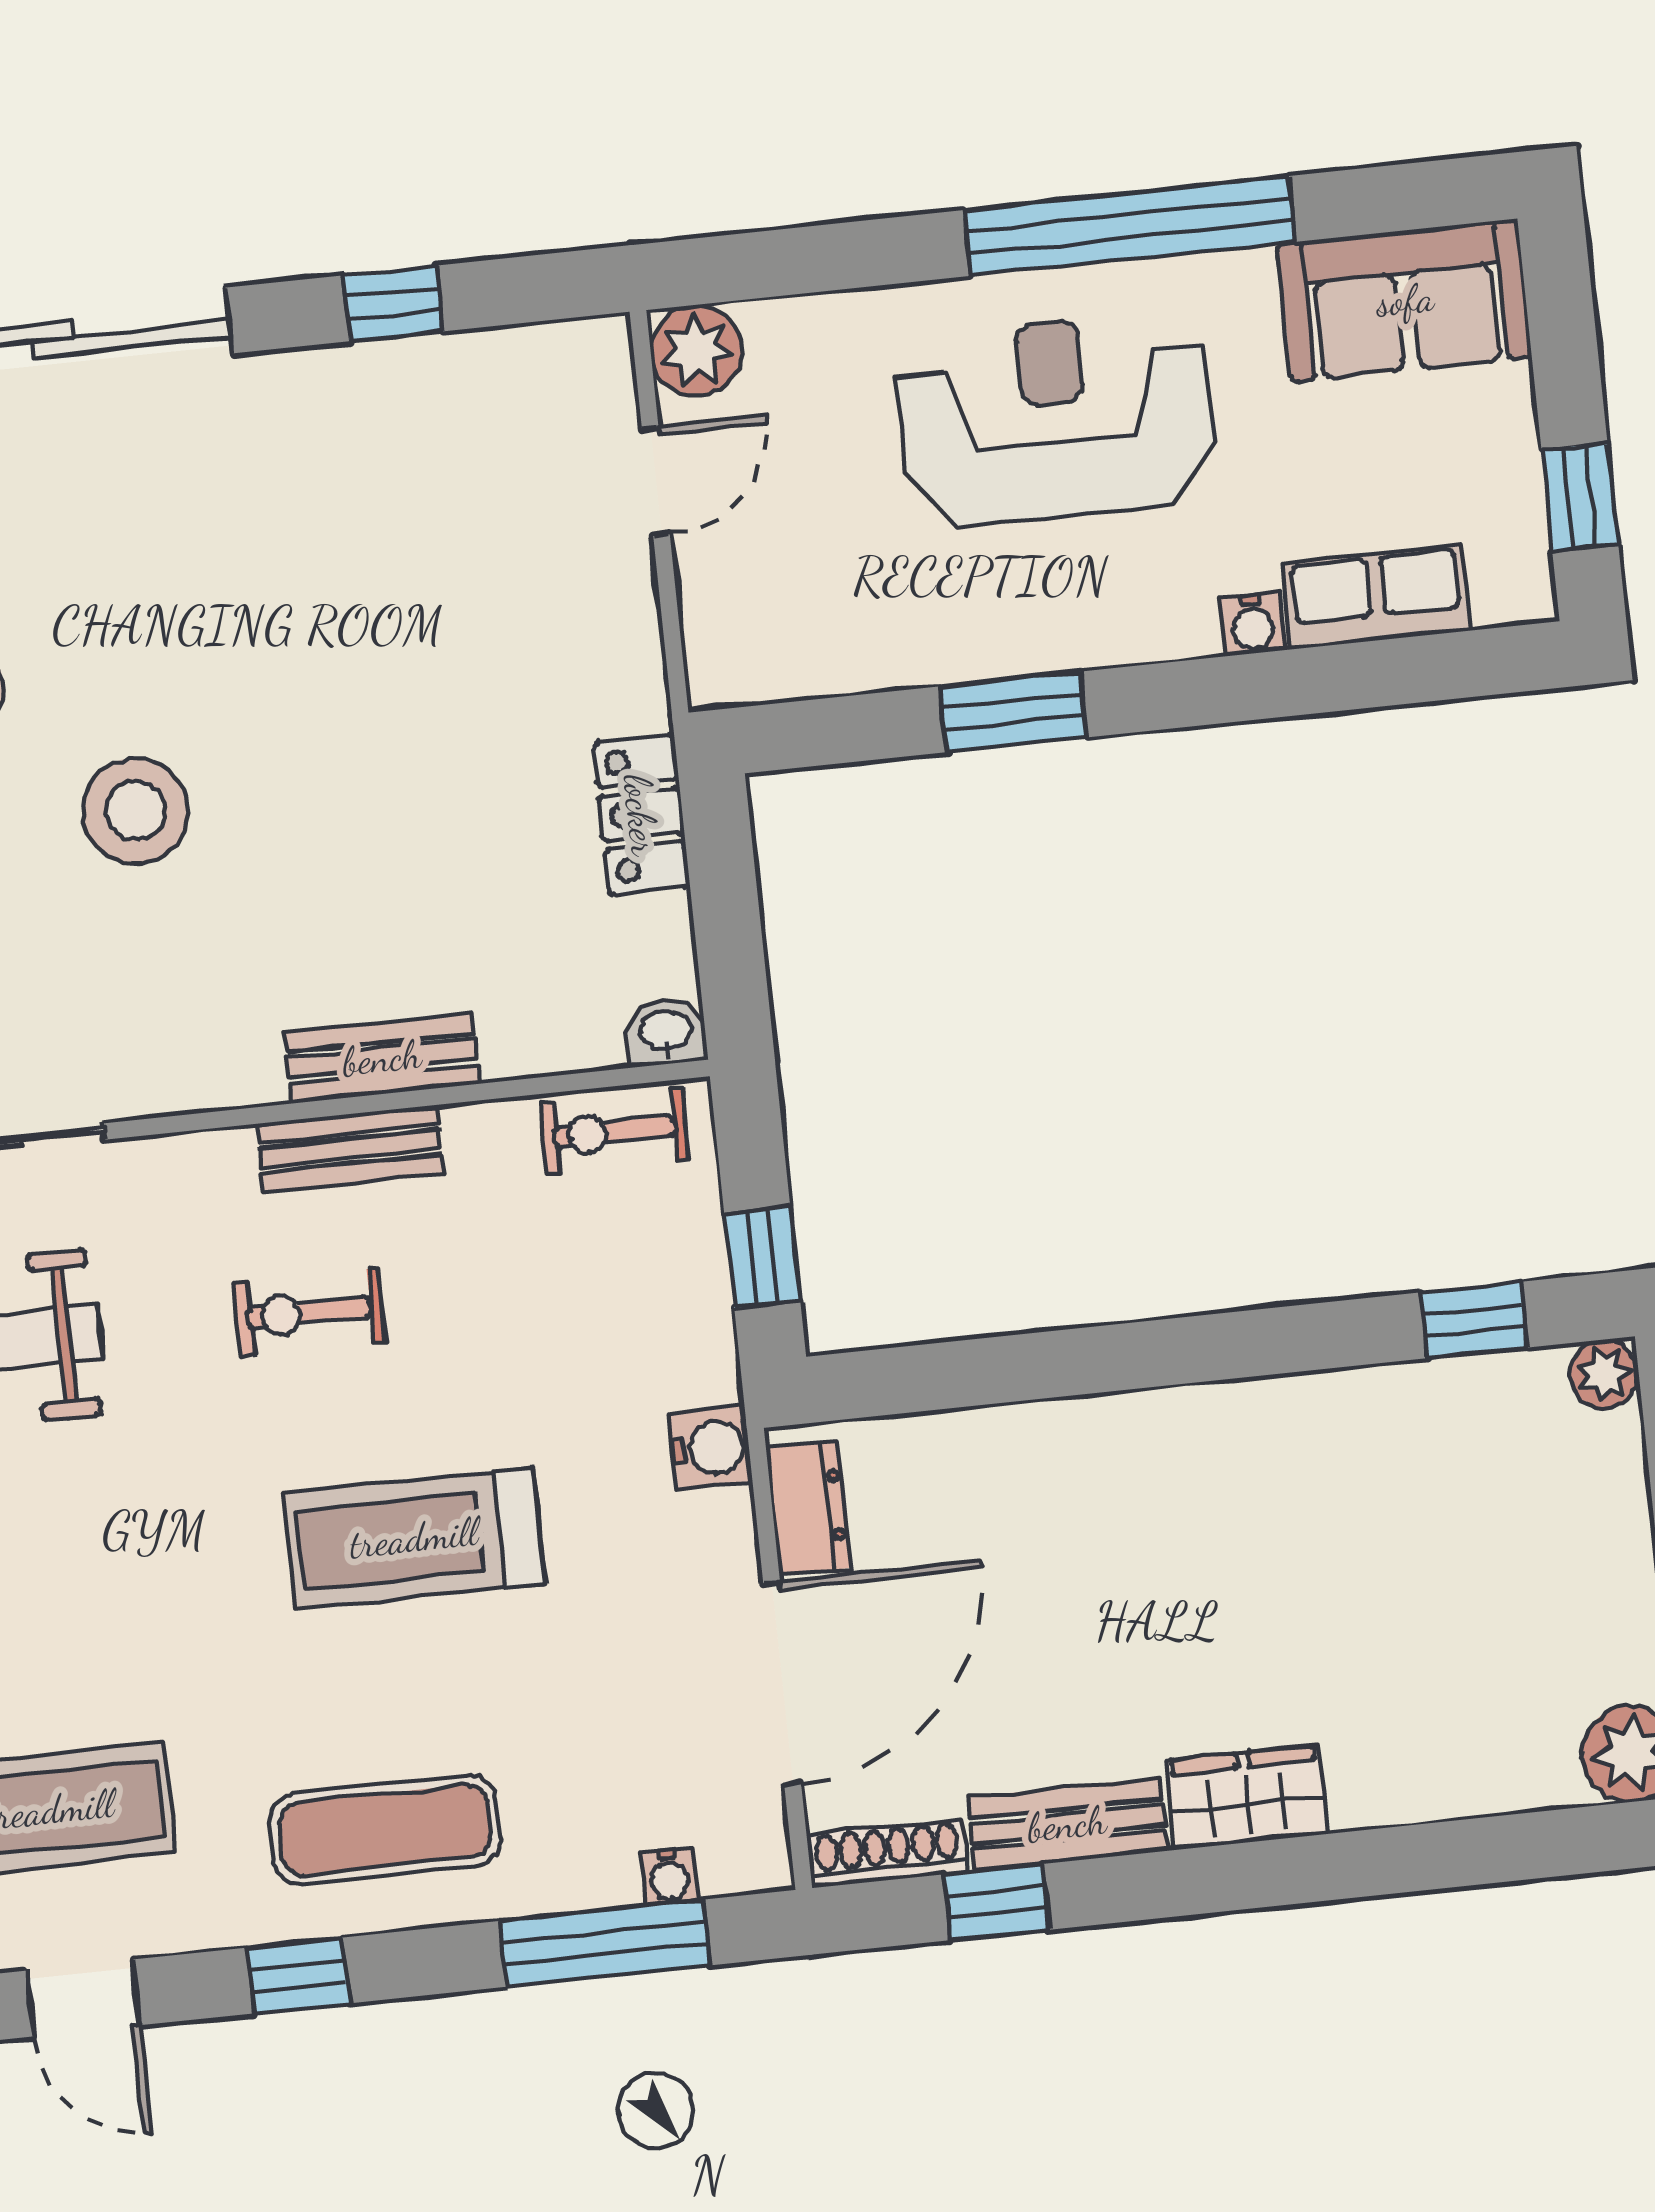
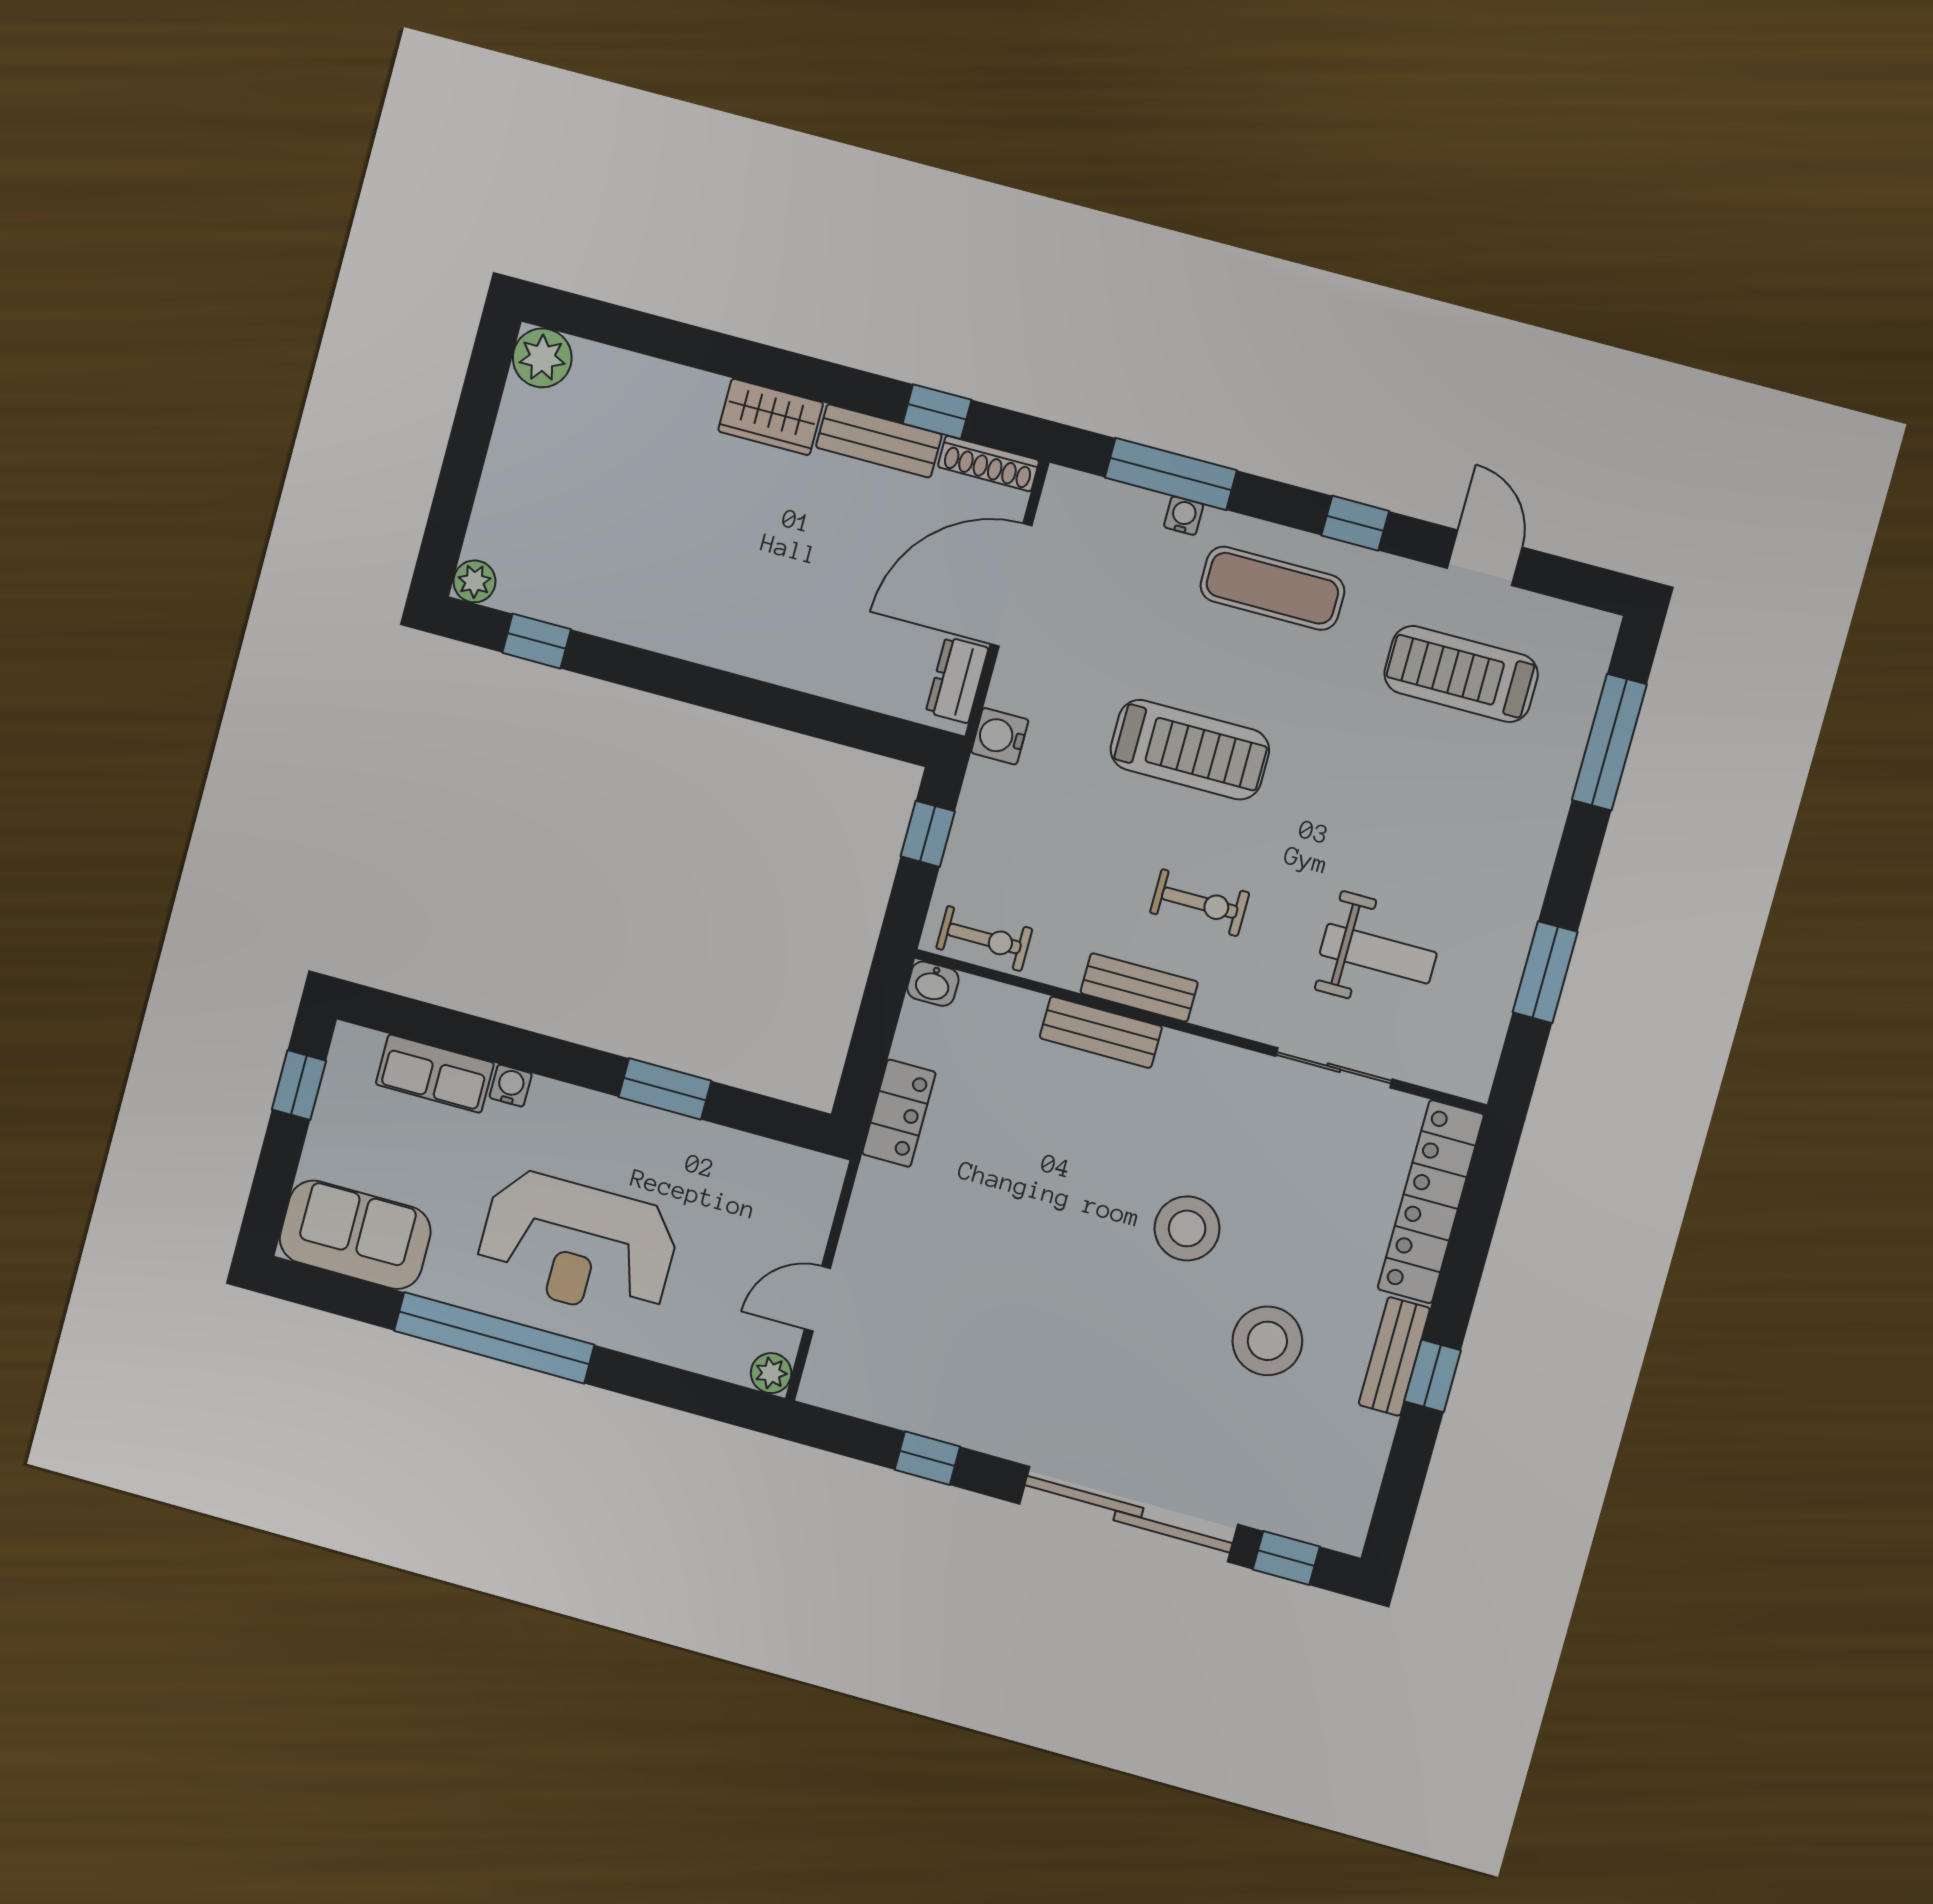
plant: (696, 351) -> (771, 1373), width x0.73, depth x0.73
water cooler: (669, 1877) -> (1184, 516), moved

